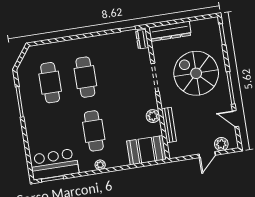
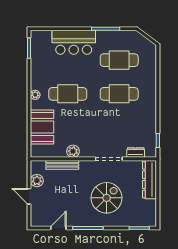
dresser: (142, 39) -> (136, 153), moved
spiral stairs: (196, 73) -> (107, 198), width x0.73, depth x0.73
plant: (221, 144) -> (37, 181), moved
booth: (146, 150) -> (42, 127), moved
bar counter: (54, 164) -> (74, 42), moved, turned 90

